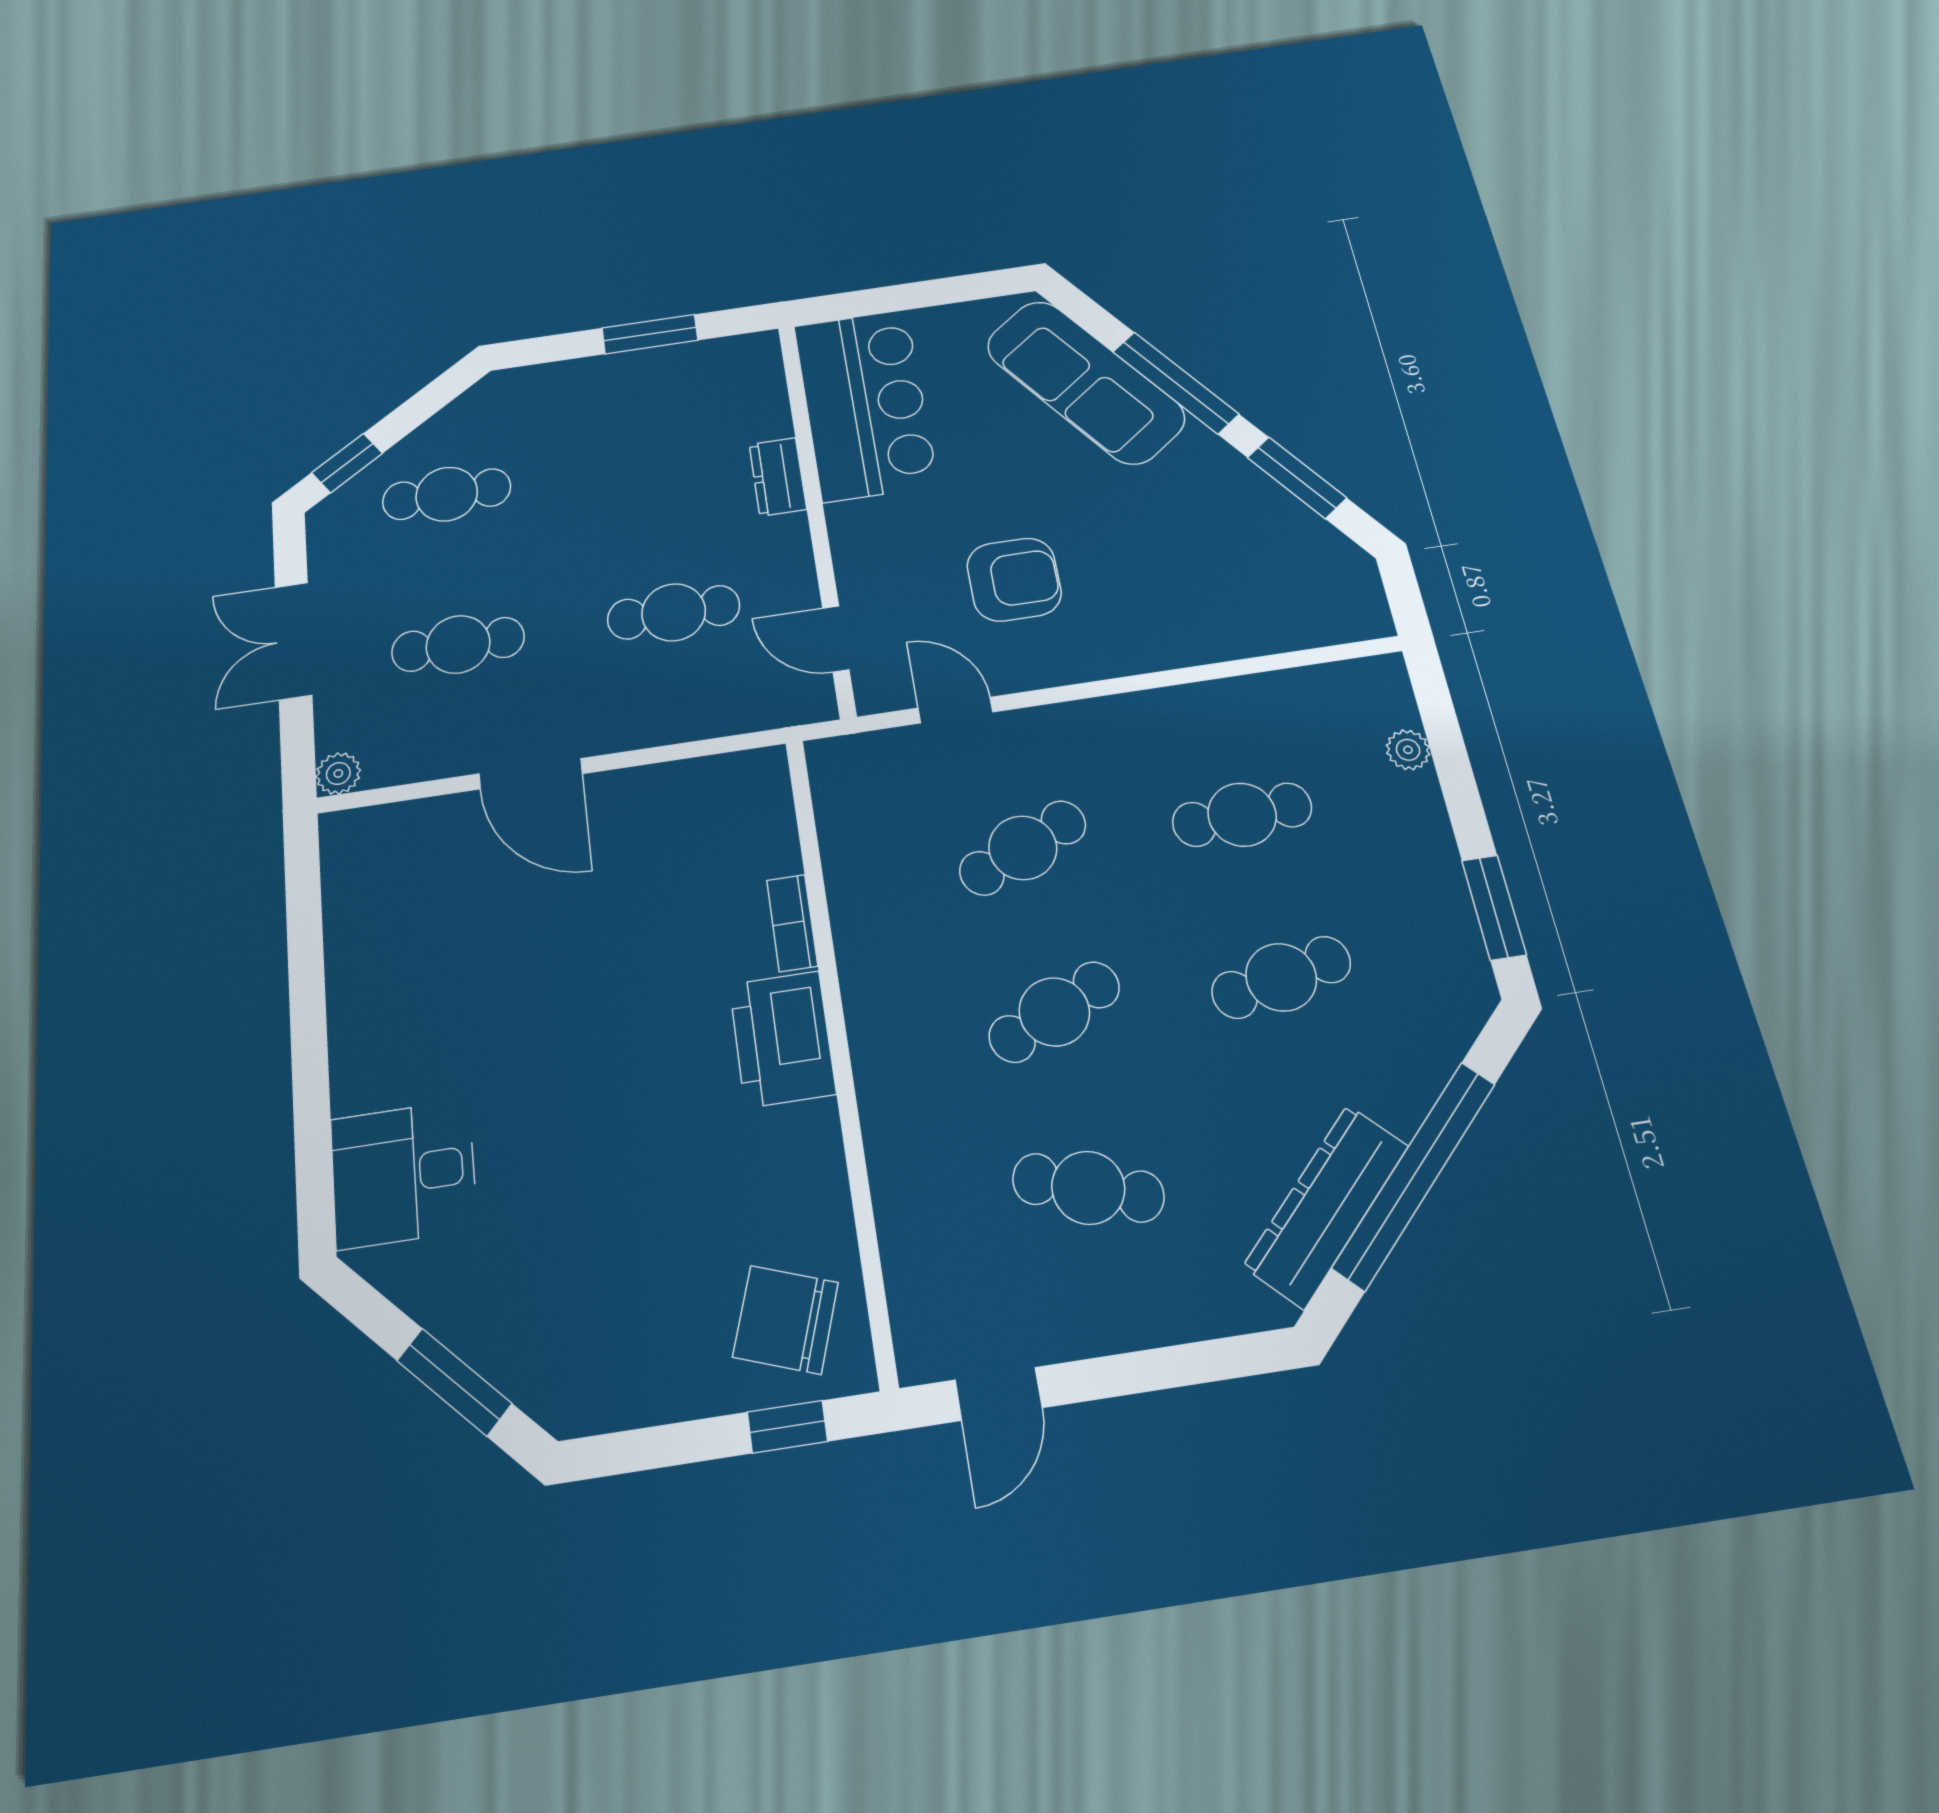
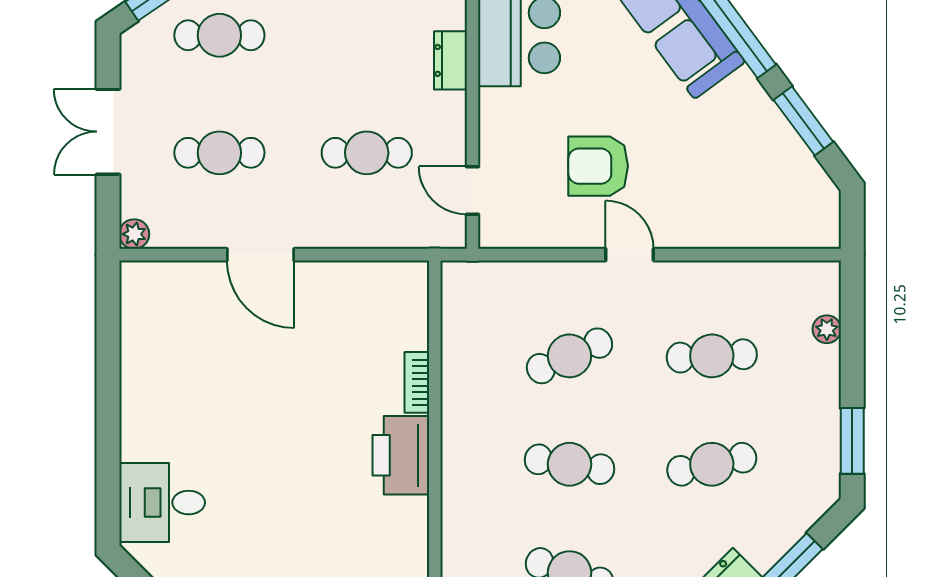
armchair: (1014, 579) -> (598, 166), turned 180
door: (955, 710) -> (630, 255), moved
cafe table: (1054, 1012) -> (569, 464), turned 33

